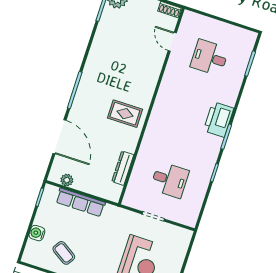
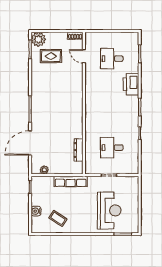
rug: (125, 114) -> (51, 56), moved
printer: (219, 119) -> (131, 84), moved
door: (59, 137) -> (30, 143), swing flipped
desk: (170, 180) -> (112, 148), turned 180
row of seats: (81, 202) -> (71, 182), moved

